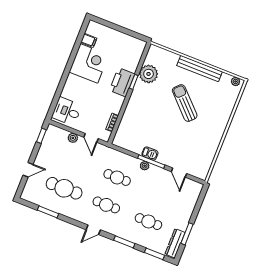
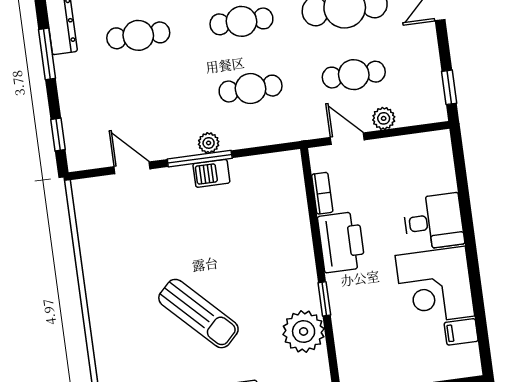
printer: (122, 82) -> (341, 242), moved
desk: (67, 111) -> (433, 222), moved
cafe table: (75, 161) -> (354, 75), added
window: (200, 201) -> (58, 135), added

